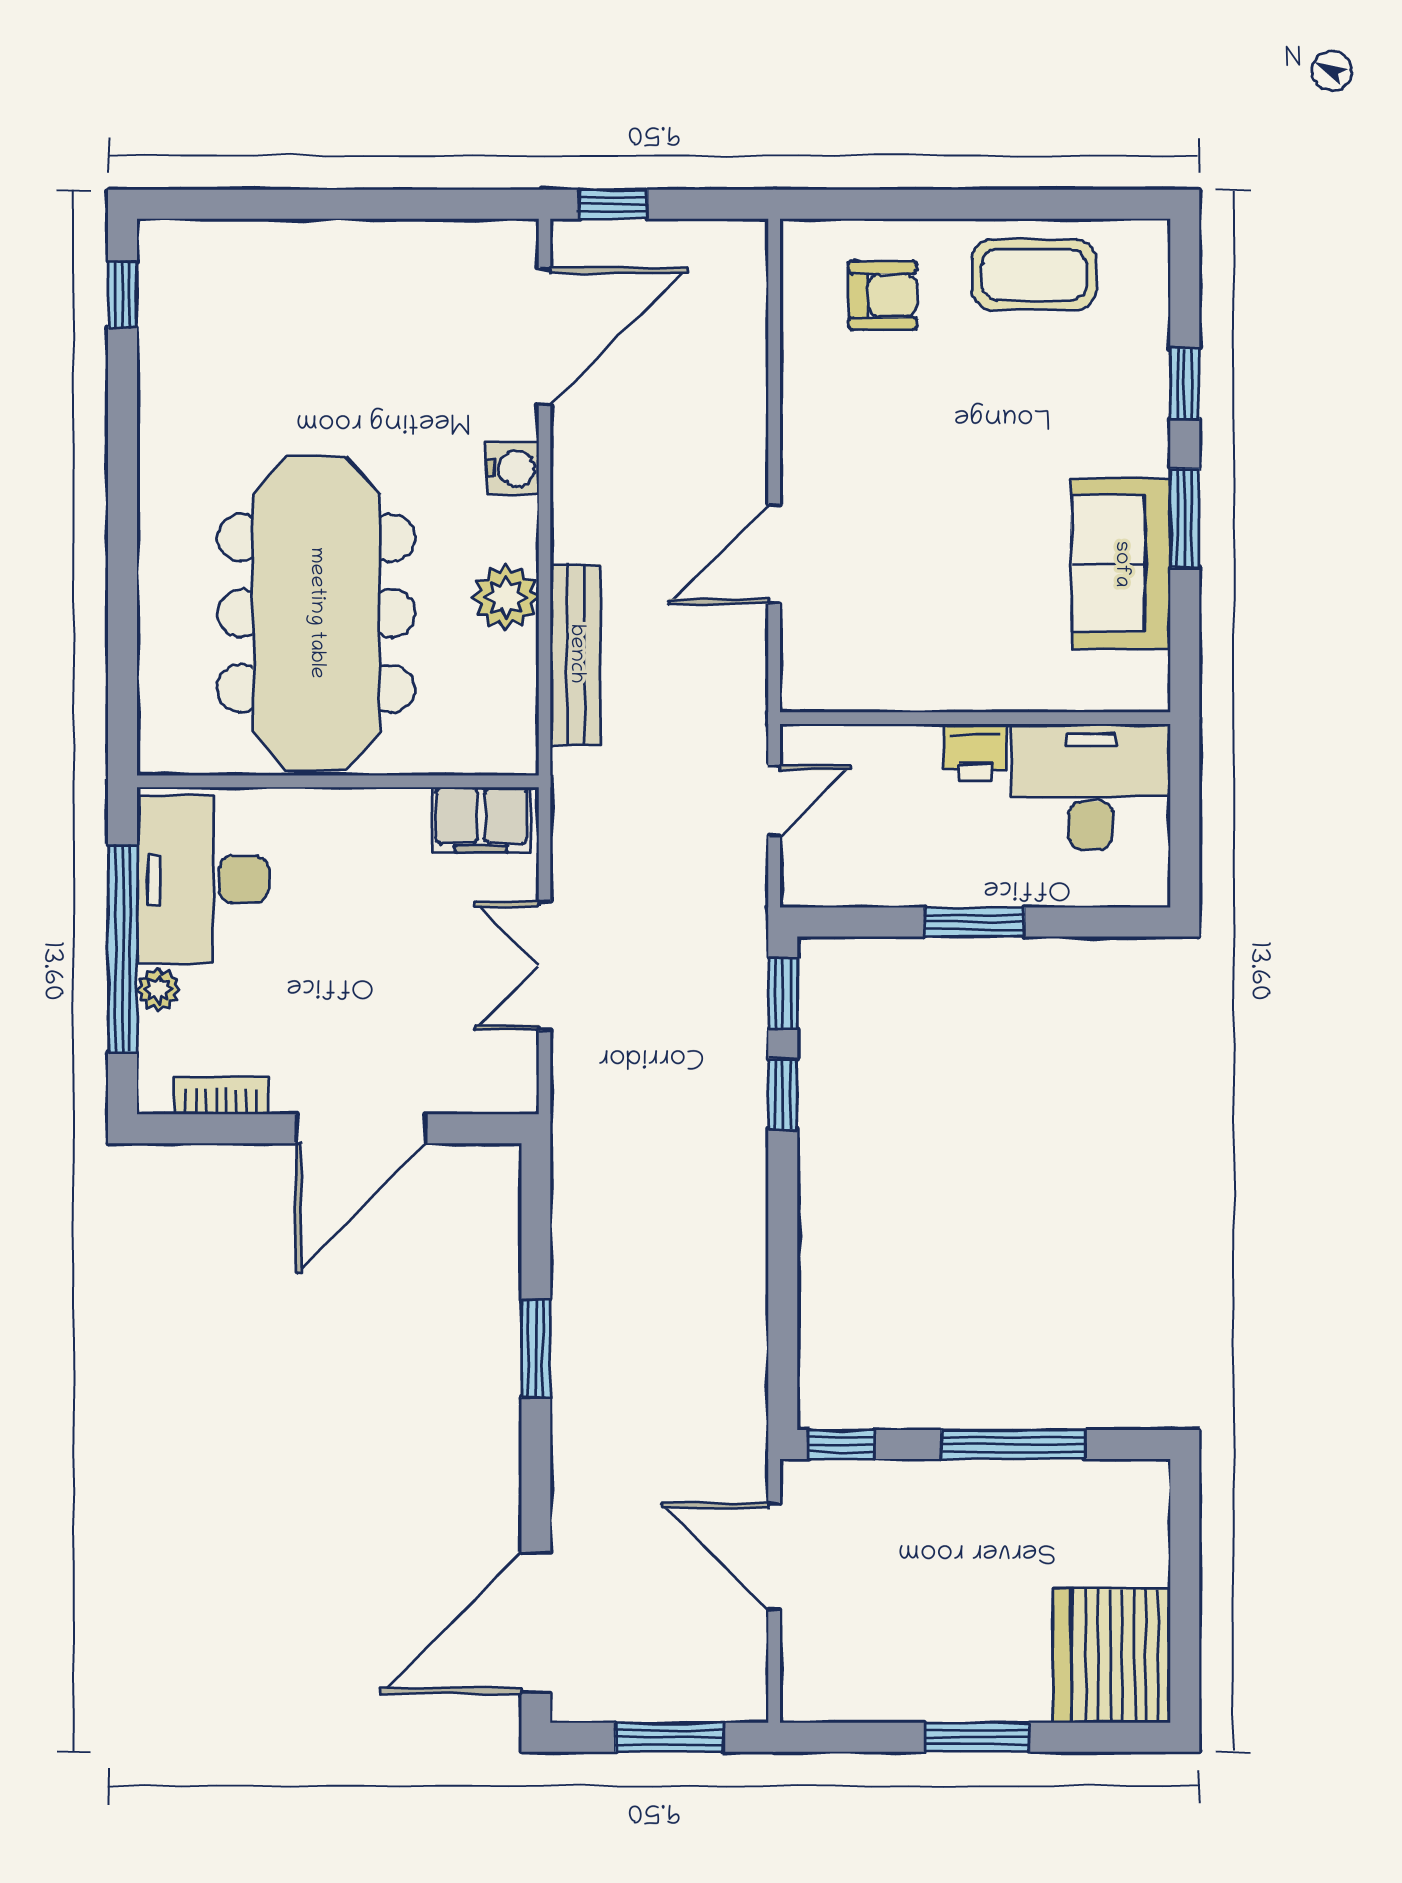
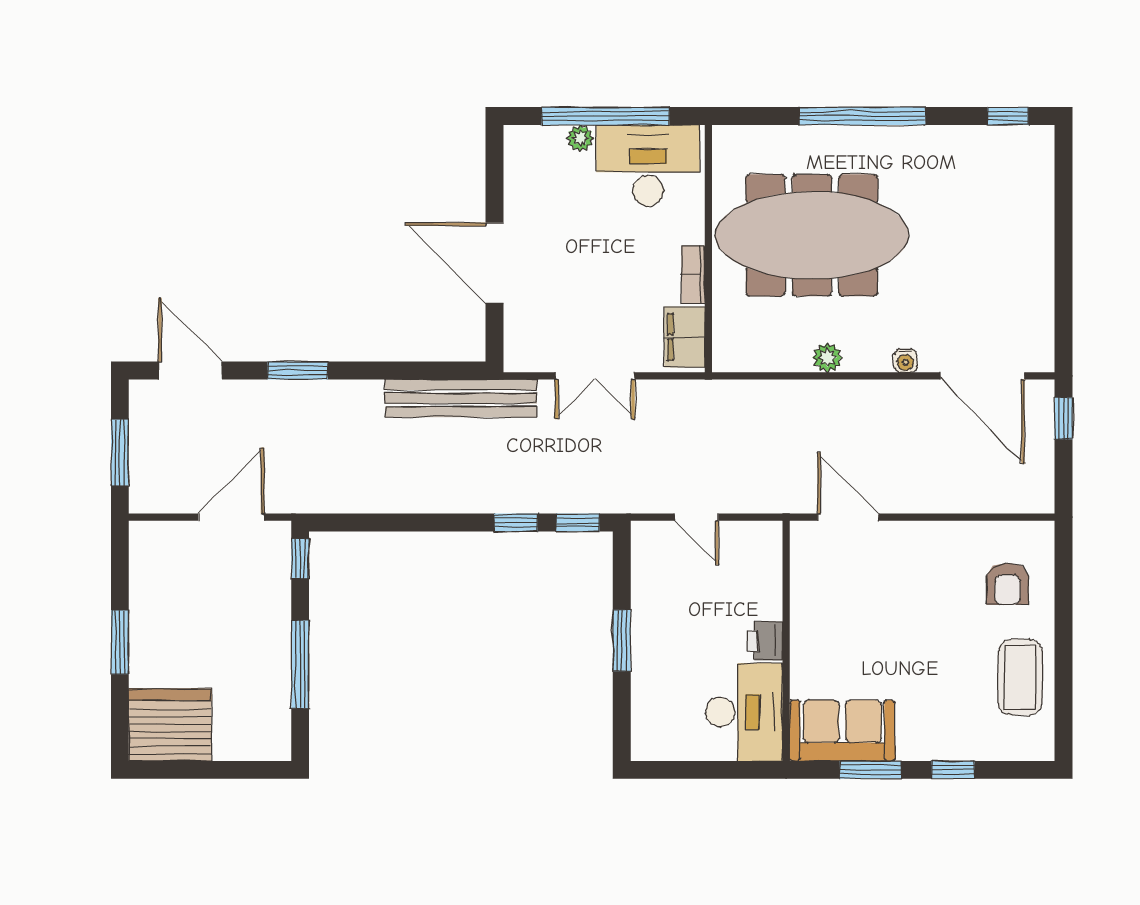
water cooler: (513, 468) -> (905, 361), width x0.72, depth x0.72
window: (123, 531) -> (862, 116), added
plant: (506, 597) -> (827, 357), width x0.73, depth x0.73
bench: (576, 654) -> (461, 398), moved, width x1.37, depth x1.21
wall: (975, 718) -> (786, 641), moved
printer: (975, 752) -> (765, 641), moved
desk: (1091, 786) -> (744, 712), moved
double door: (545, 966) -> (595, 376), swing flipped
bookcase: (221, 1095) -> (693, 275), moved, turned 180
window: (536, 1348) -> (298, 371), moved
door: (536, 1623) -> (190, 371), width x0.73

